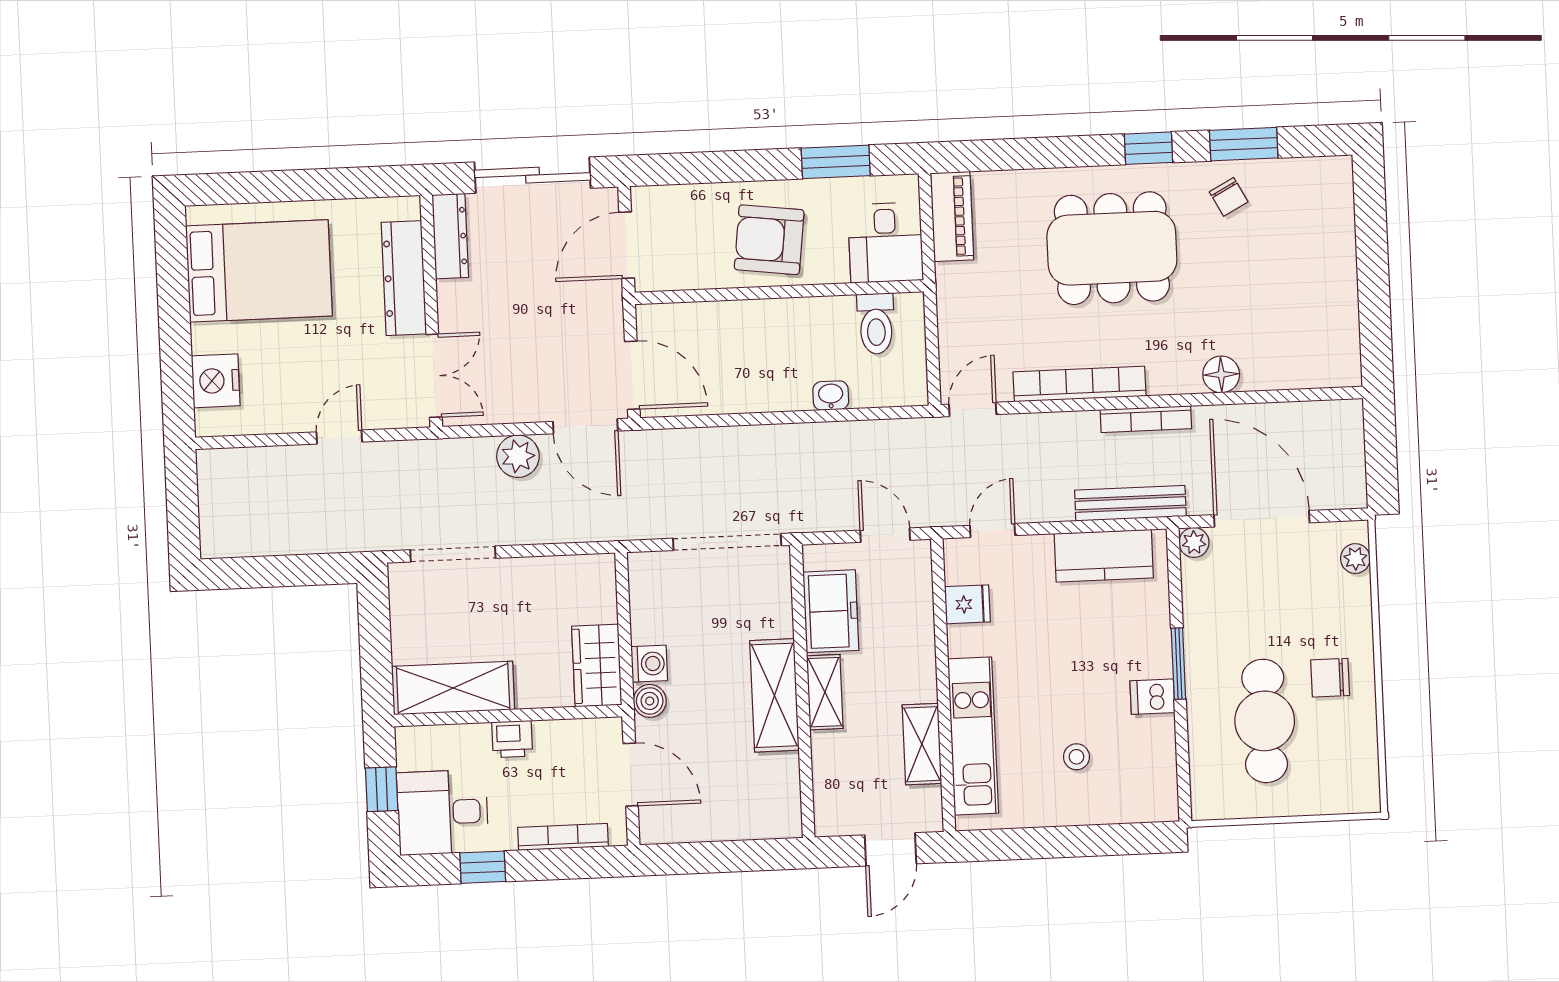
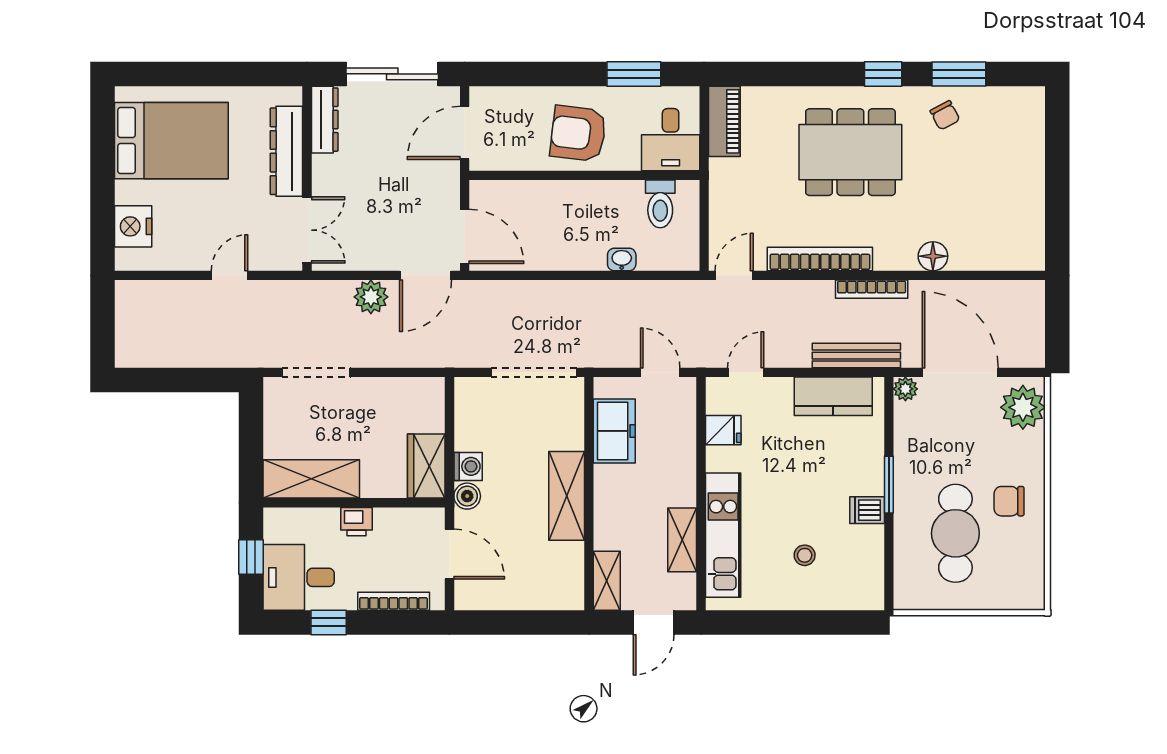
door: (585, 426) -> (426, 275), hinge flipped
plant: (1355, 559) -> (1023, 407), width x1.87, depth x1.87
shelving: (825, 692) -> (607, 581), moved

